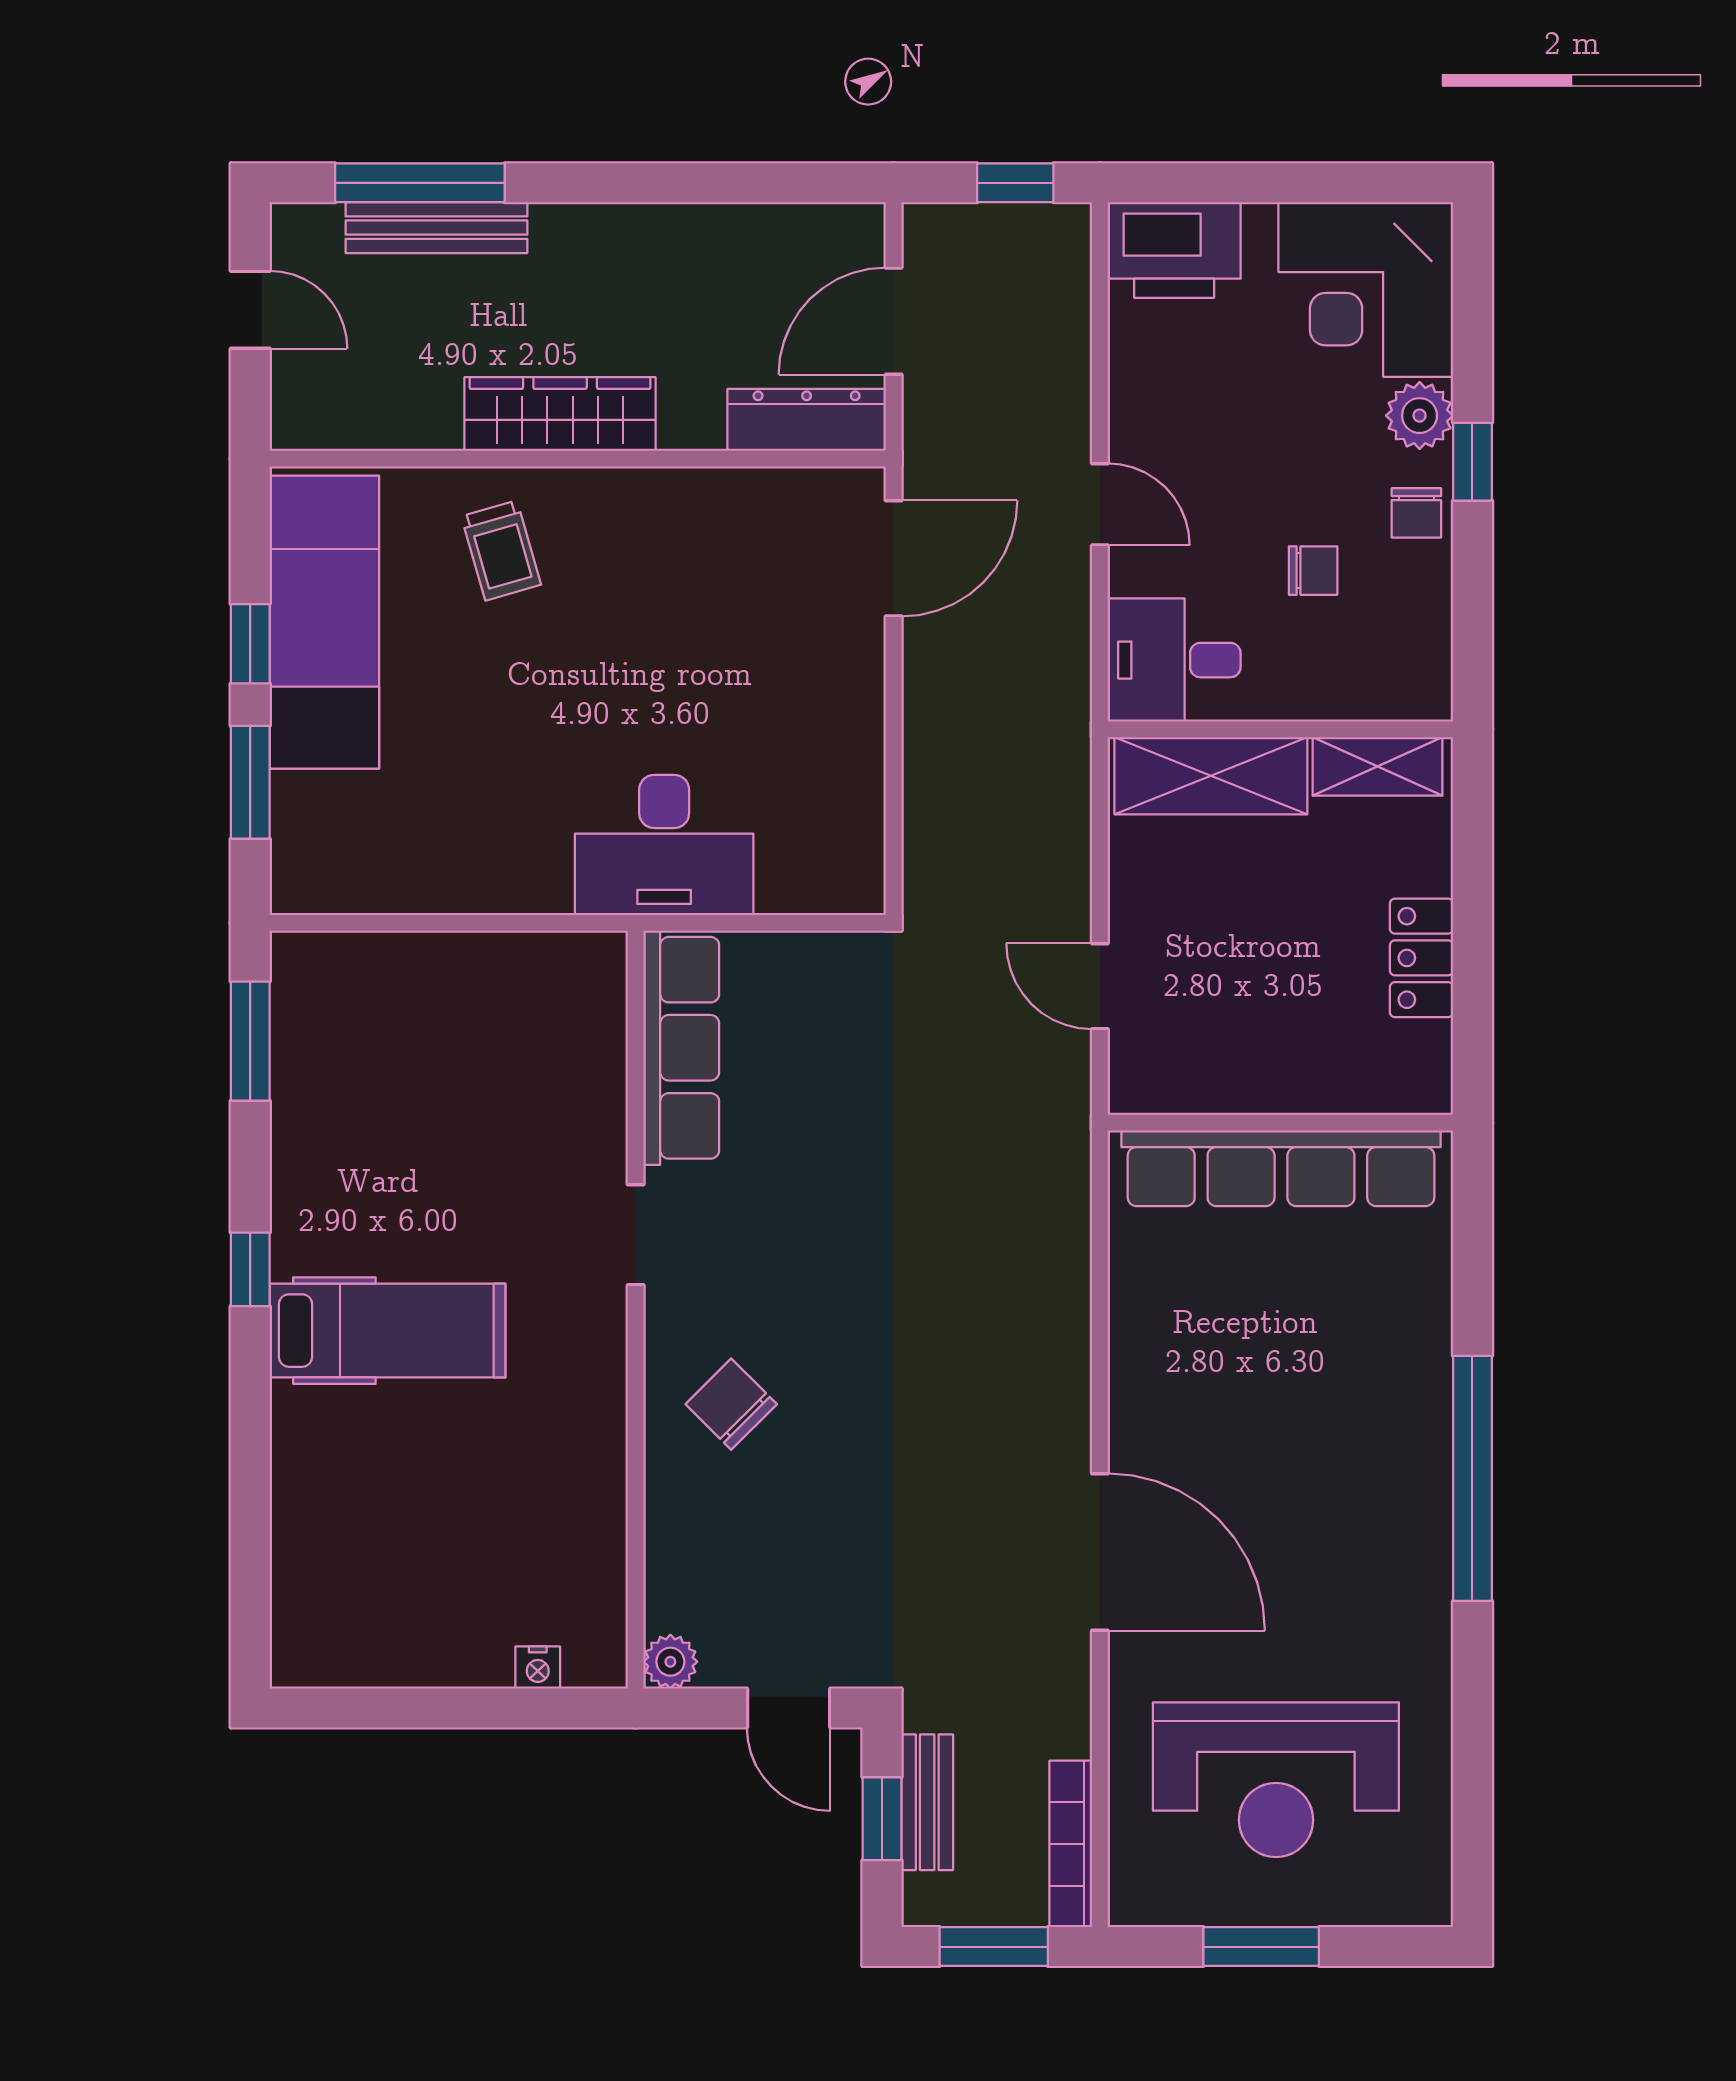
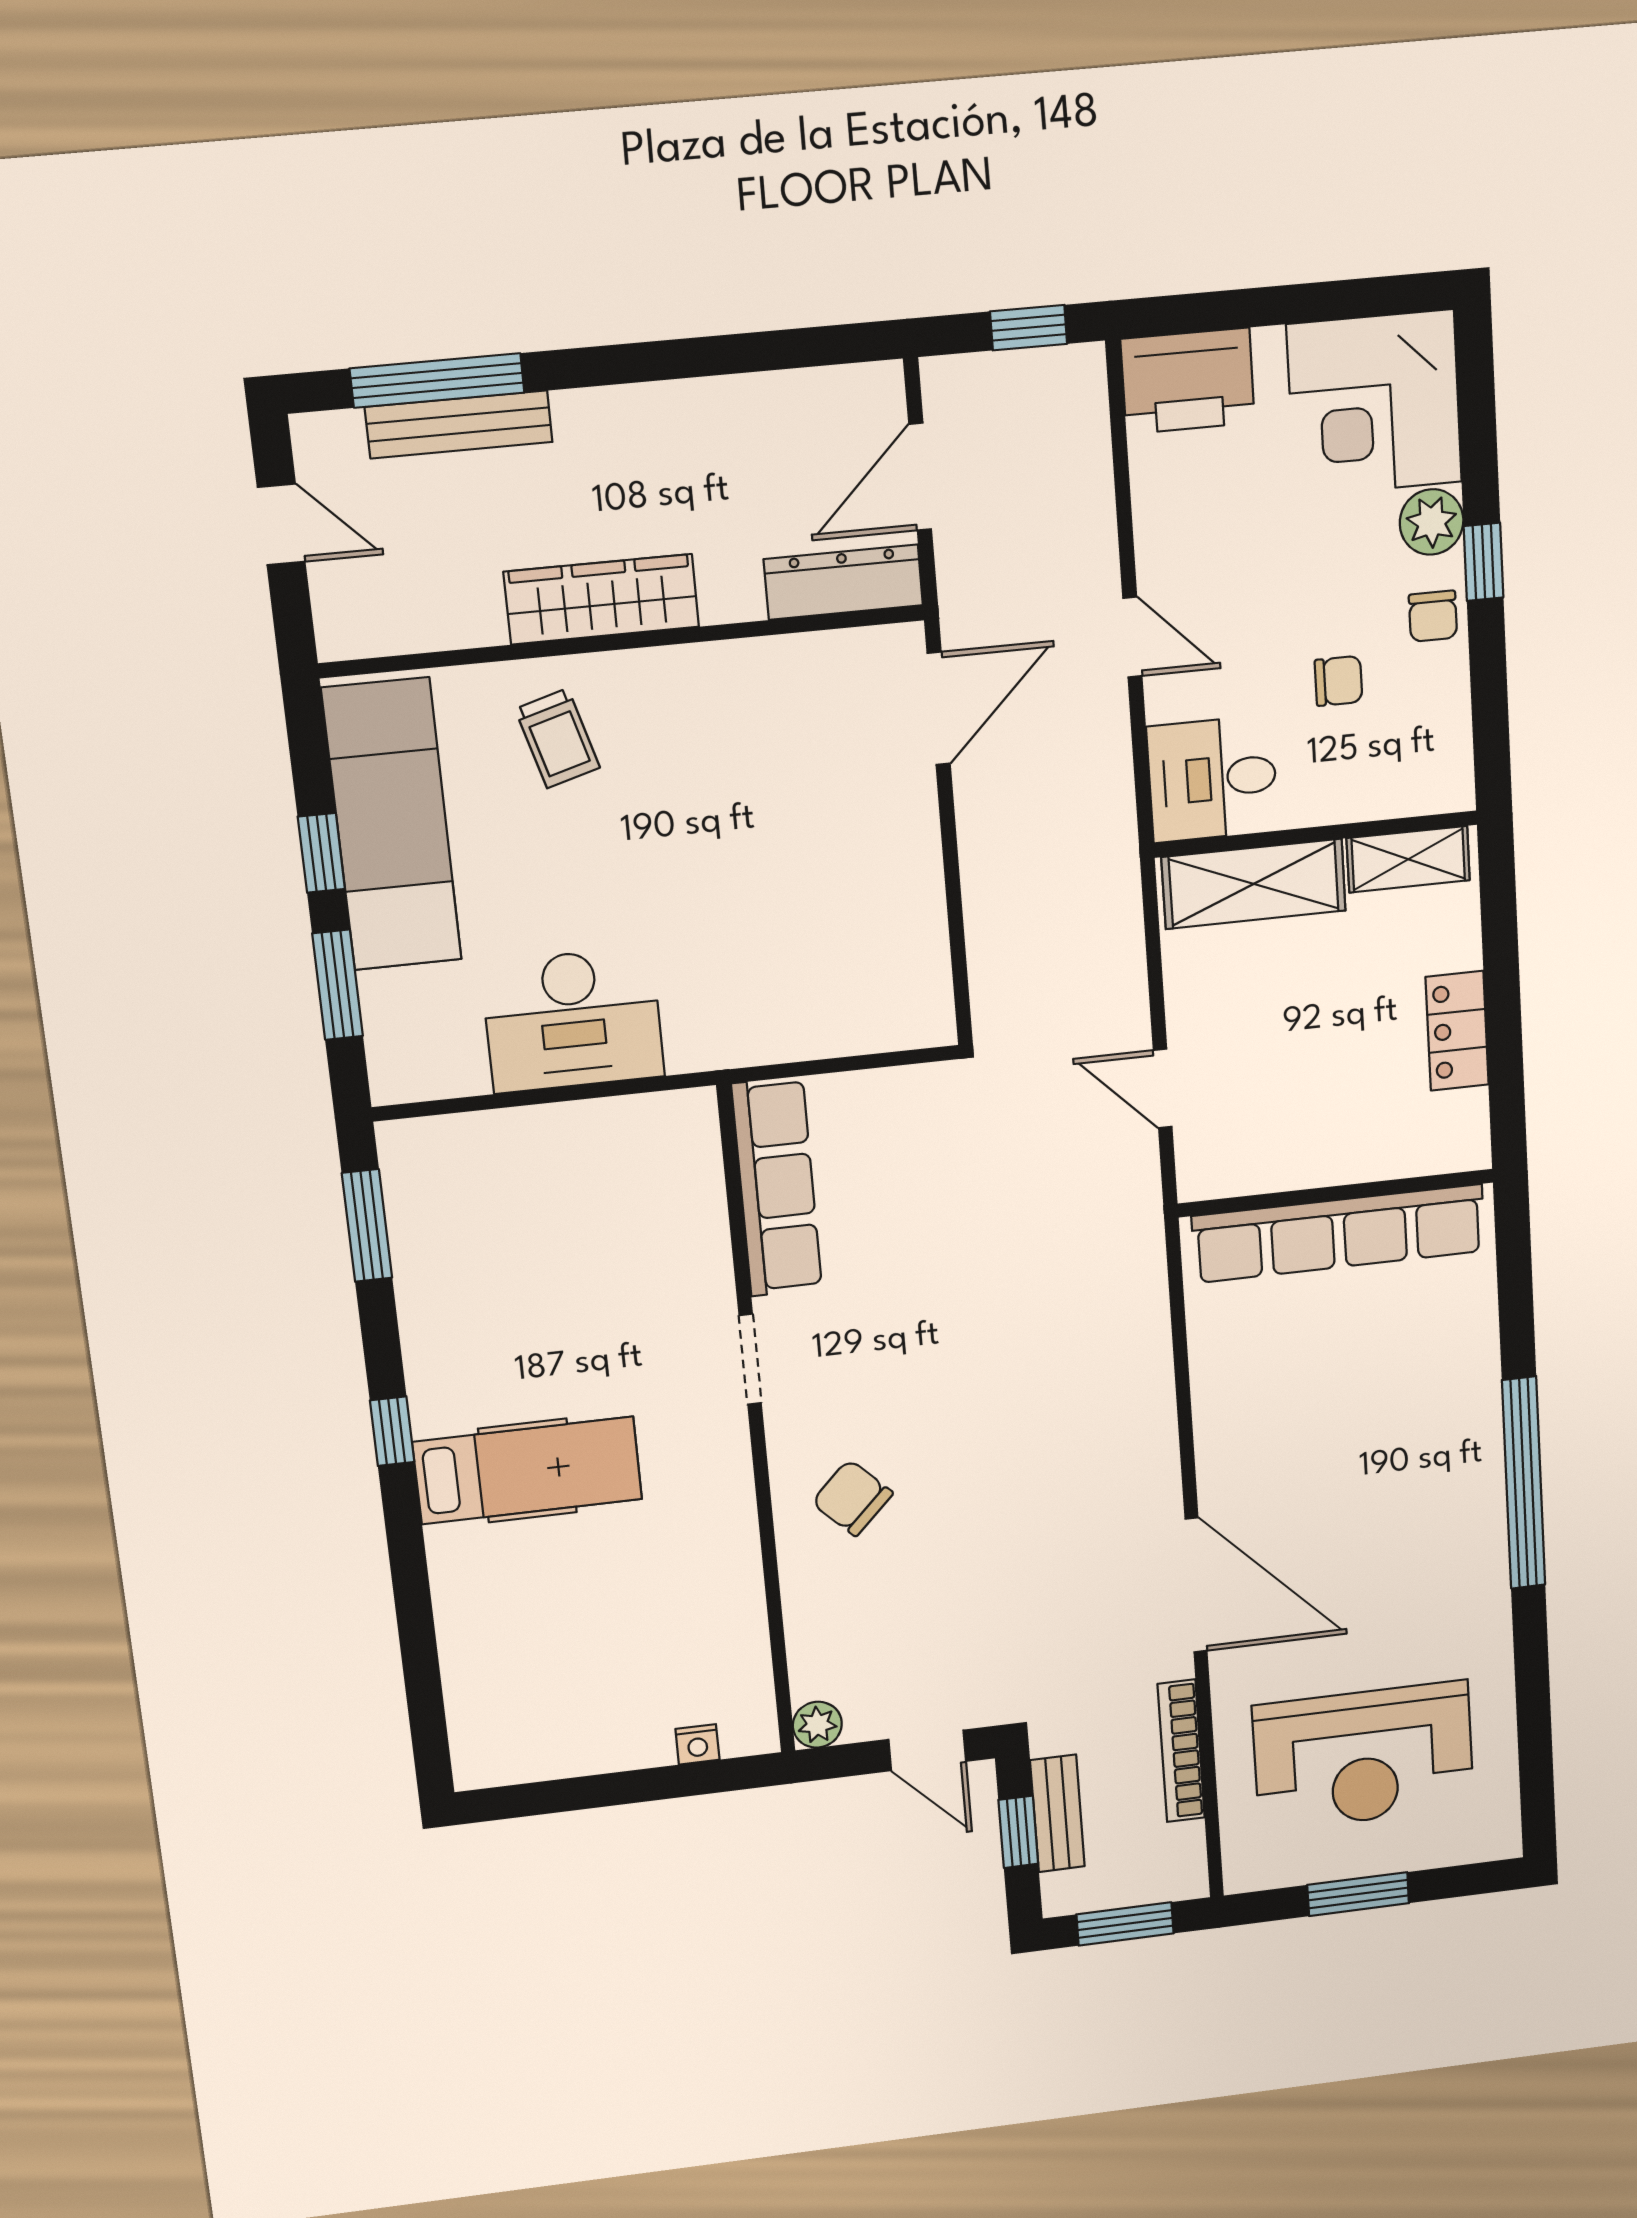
desk: (664, 845) -> (573, 1020), moved
bookcase: (1071, 1844) -> (1181, 1751), moved

